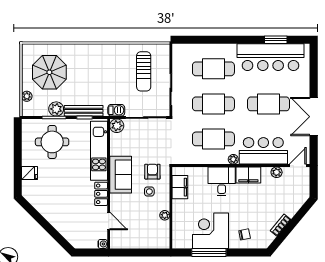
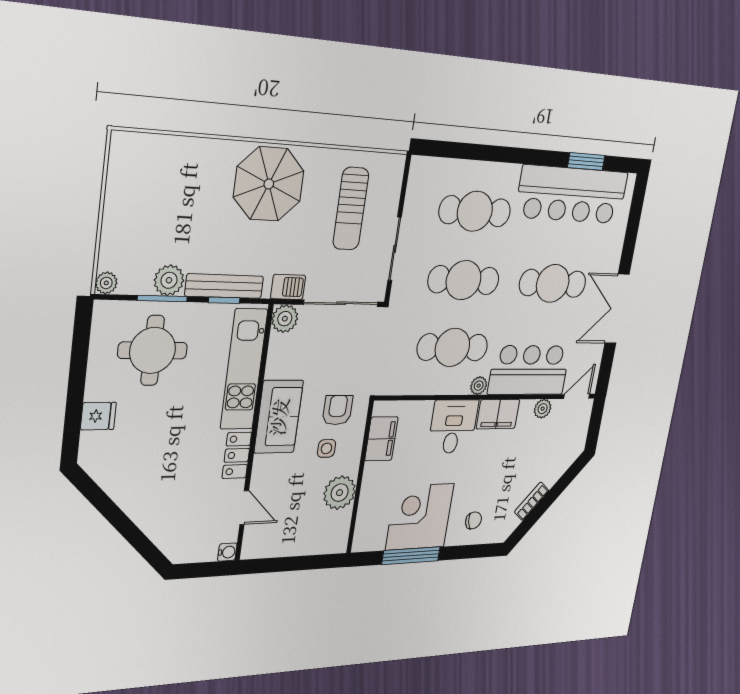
parasol: (49, 72) -> (269, 184), moved
plant: (27, 96) -> (106, 283), moved
plant: (165, 215) -> (340, 493), width x1.88, depth x1.88

